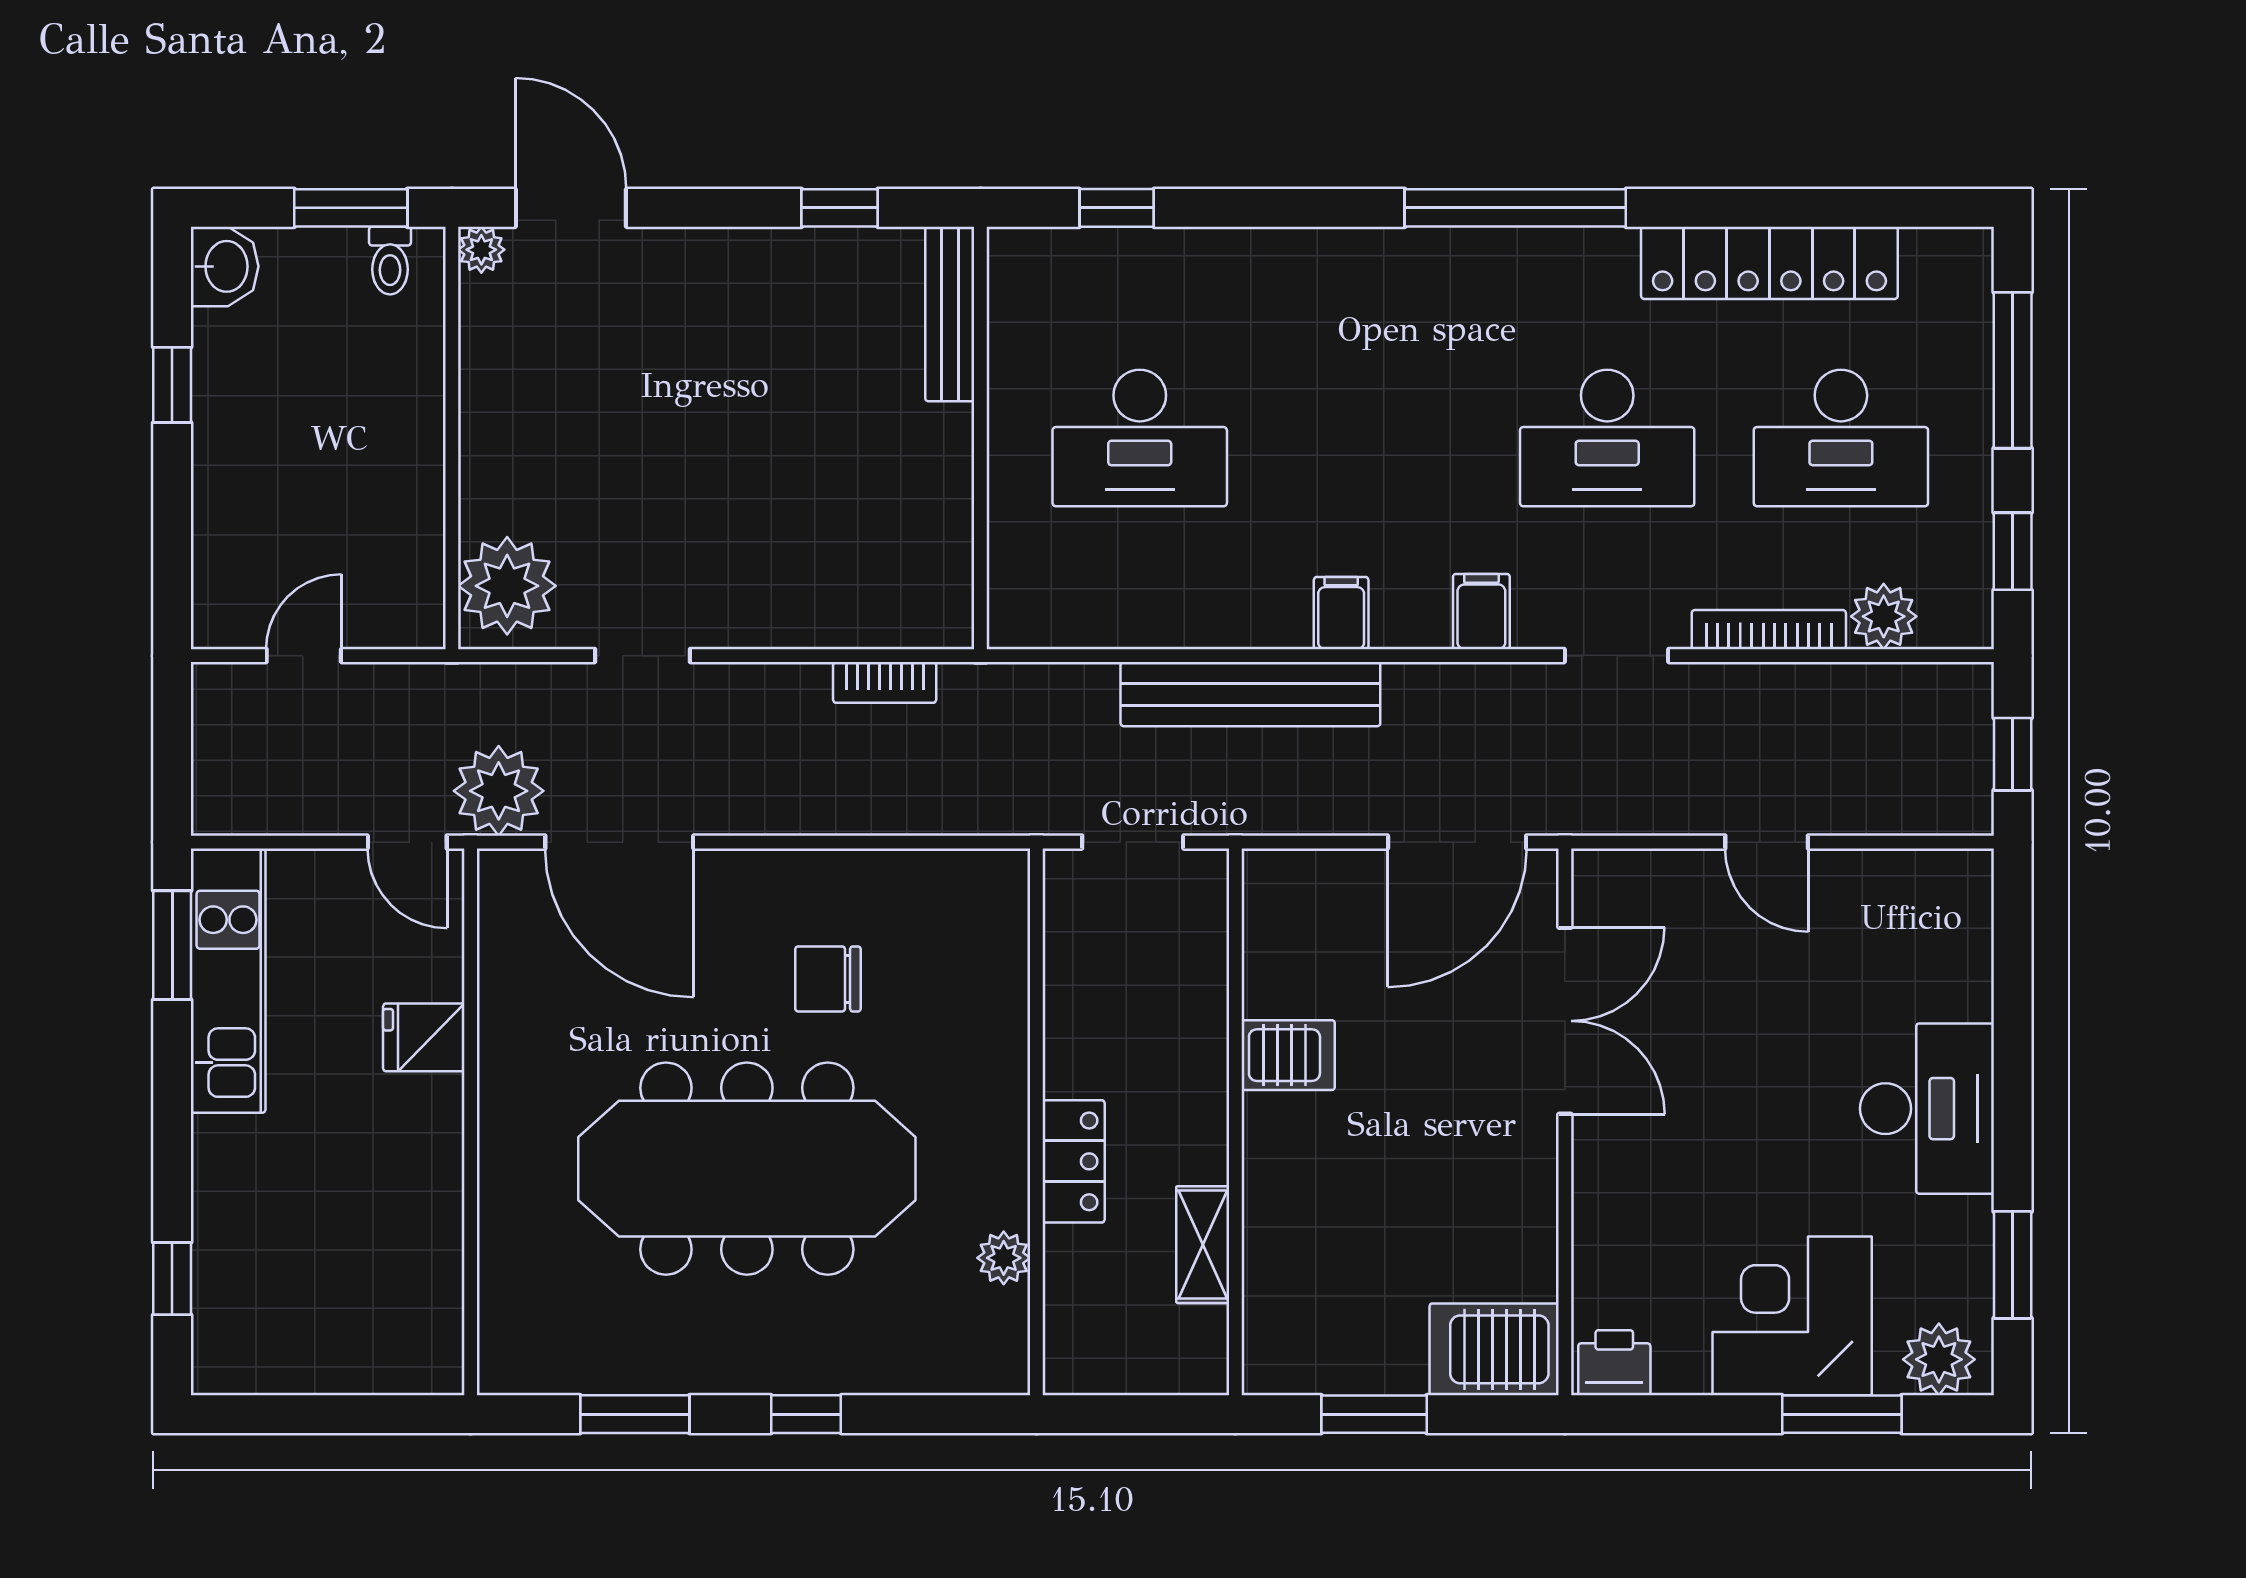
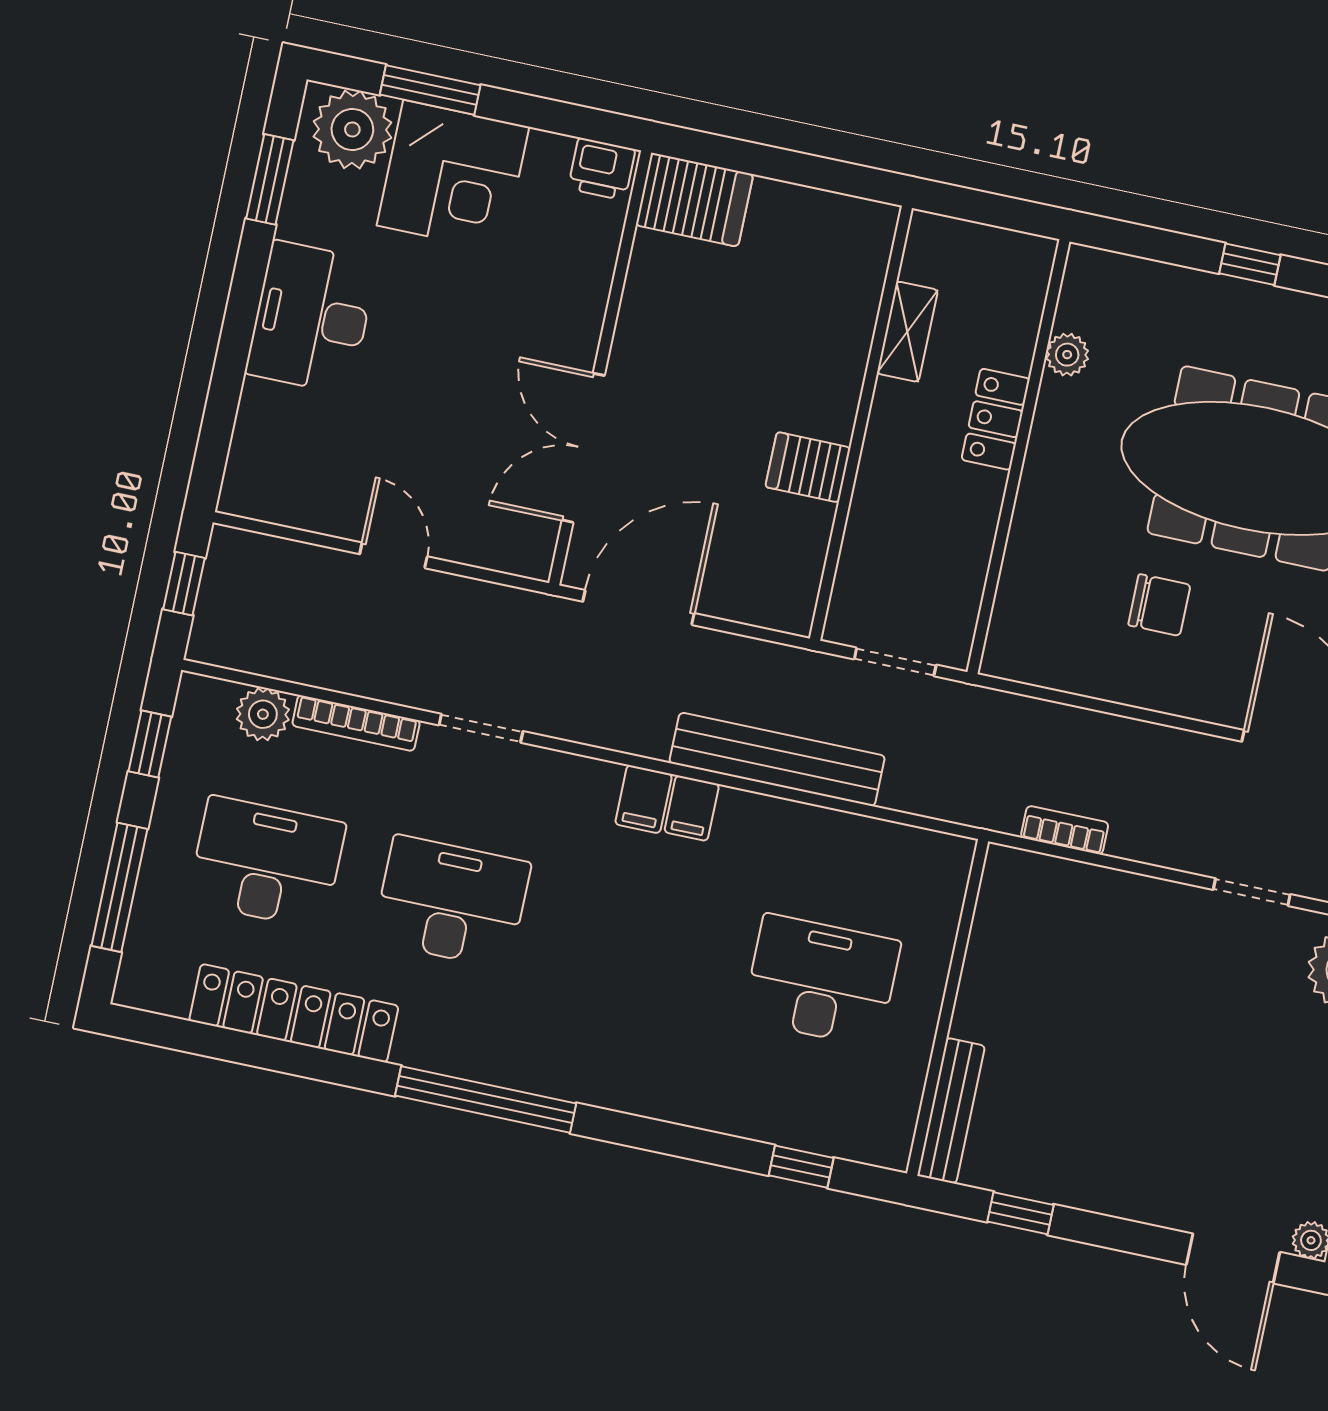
filing cabinet: (1481, 612) -> (644, 799), moved
plant: (1939, 1359) -> (352, 129), width x1.36, depth x1.36
window: (1374, 1414) -> (800, 169), removed

